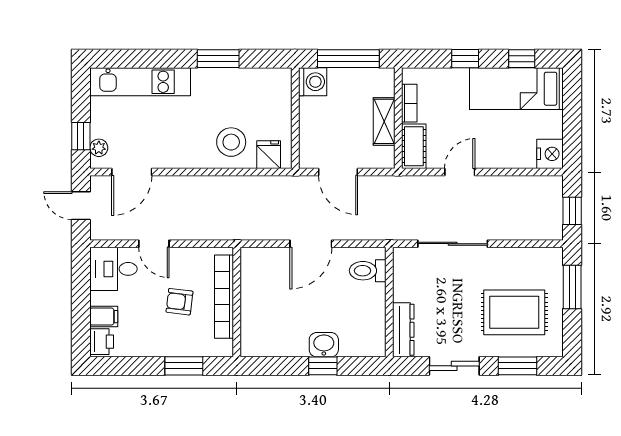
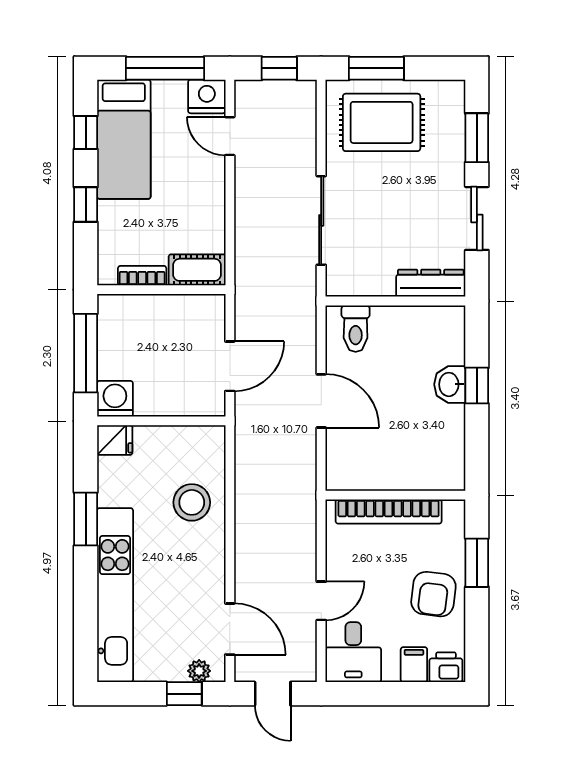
kitchen unit: (140, 82) -> (115, 595), width x1.36
shelving: (384, 121) -> (165, 308), removed
window: (572, 121) -> (165, 68), added
fridge: (269, 155) -> (115, 440), moved, turned 180
door: (460, 172) -> (230, 136), moved
door: (81, 206) -> (273, 694), hinge flipped
armchair: (179, 302) -> (433, 594), moved, width x1.38, depth x1.38
rug: (514, 312) -> (382, 122), moved, turned 90

